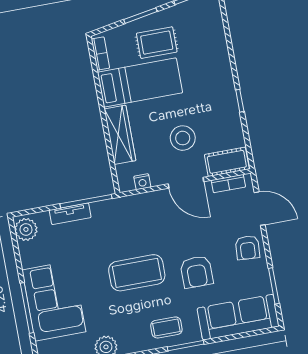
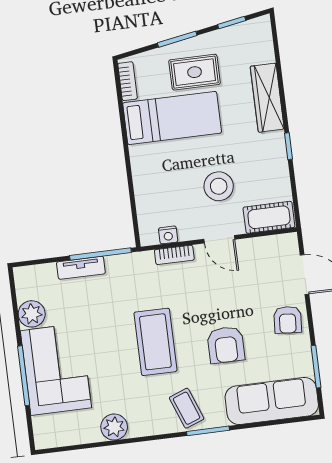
wardrobe: (120, 135) -> (267, 98), moved, turned 180
door: (186, 183) -> (219, 239), width x0.73
bookcase: (228, 184) -> (174, 255), moved
plant: (26, 229) -> (32, 314), moved
coffee table: (137, 273) -> (155, 342), turned 90
coffee table: (166, 327) -> (187, 408), turned 69

